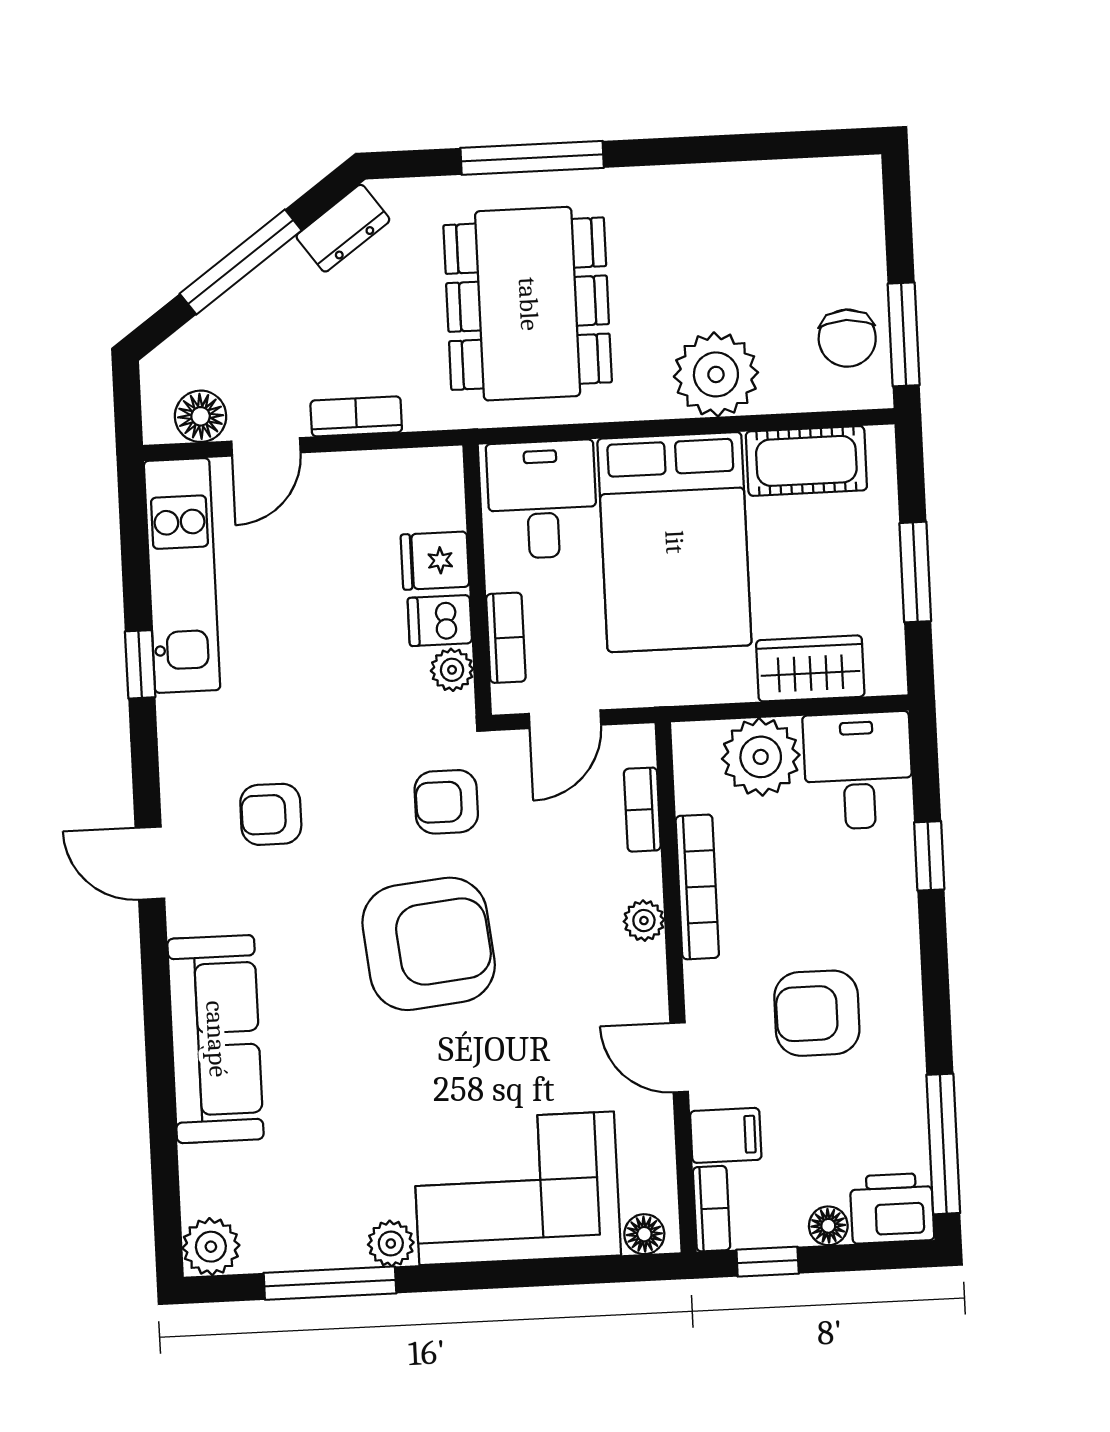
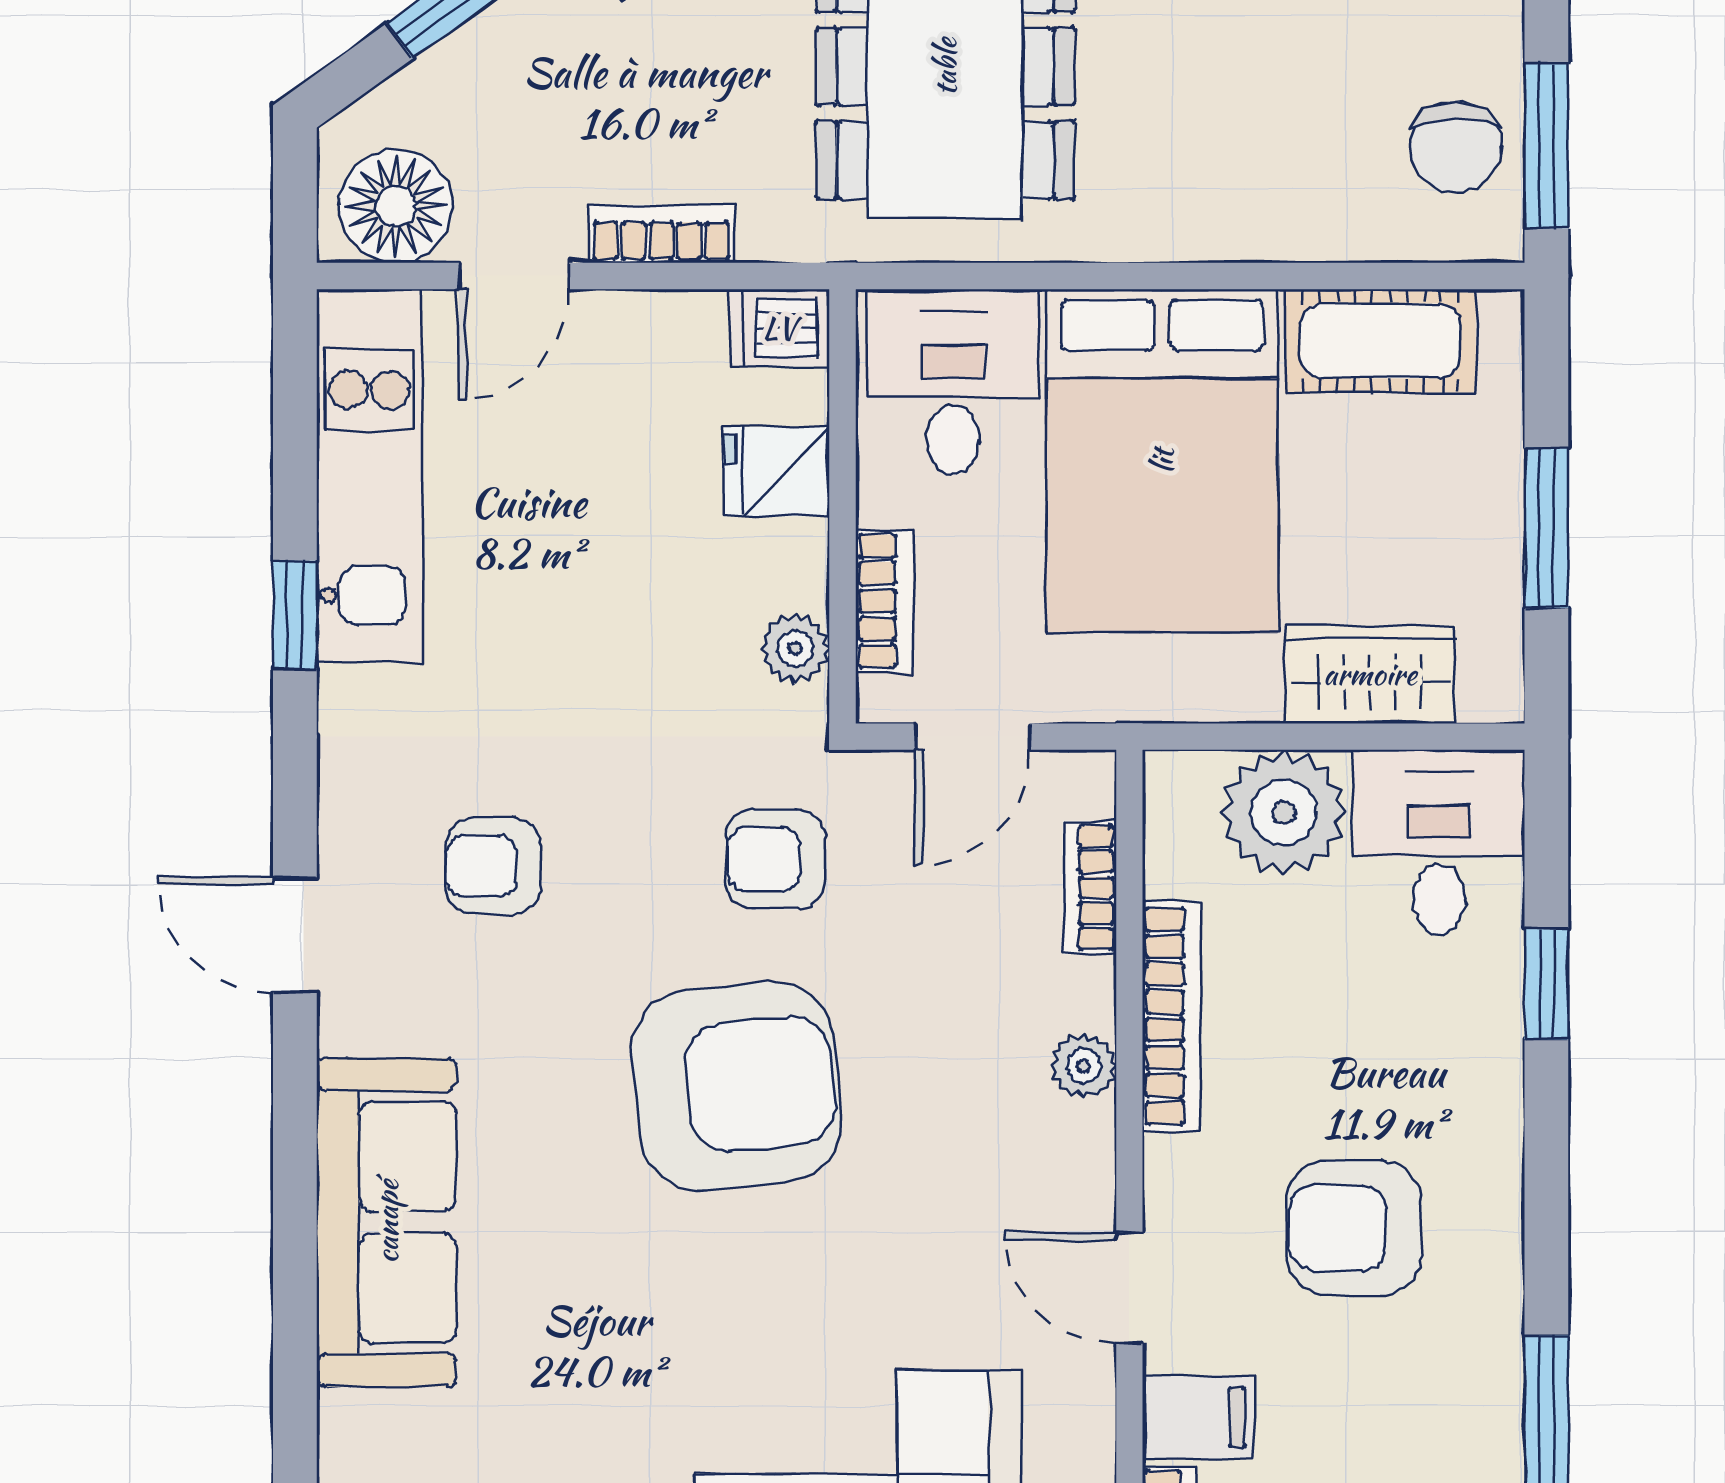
plant: (716, 374) -> (1242, 195), removed
floor lamp: (201, 416) -> (396, 206), width x1.38, depth x1.38
dishwasher: (440, 621) -> (779, 328), moved

